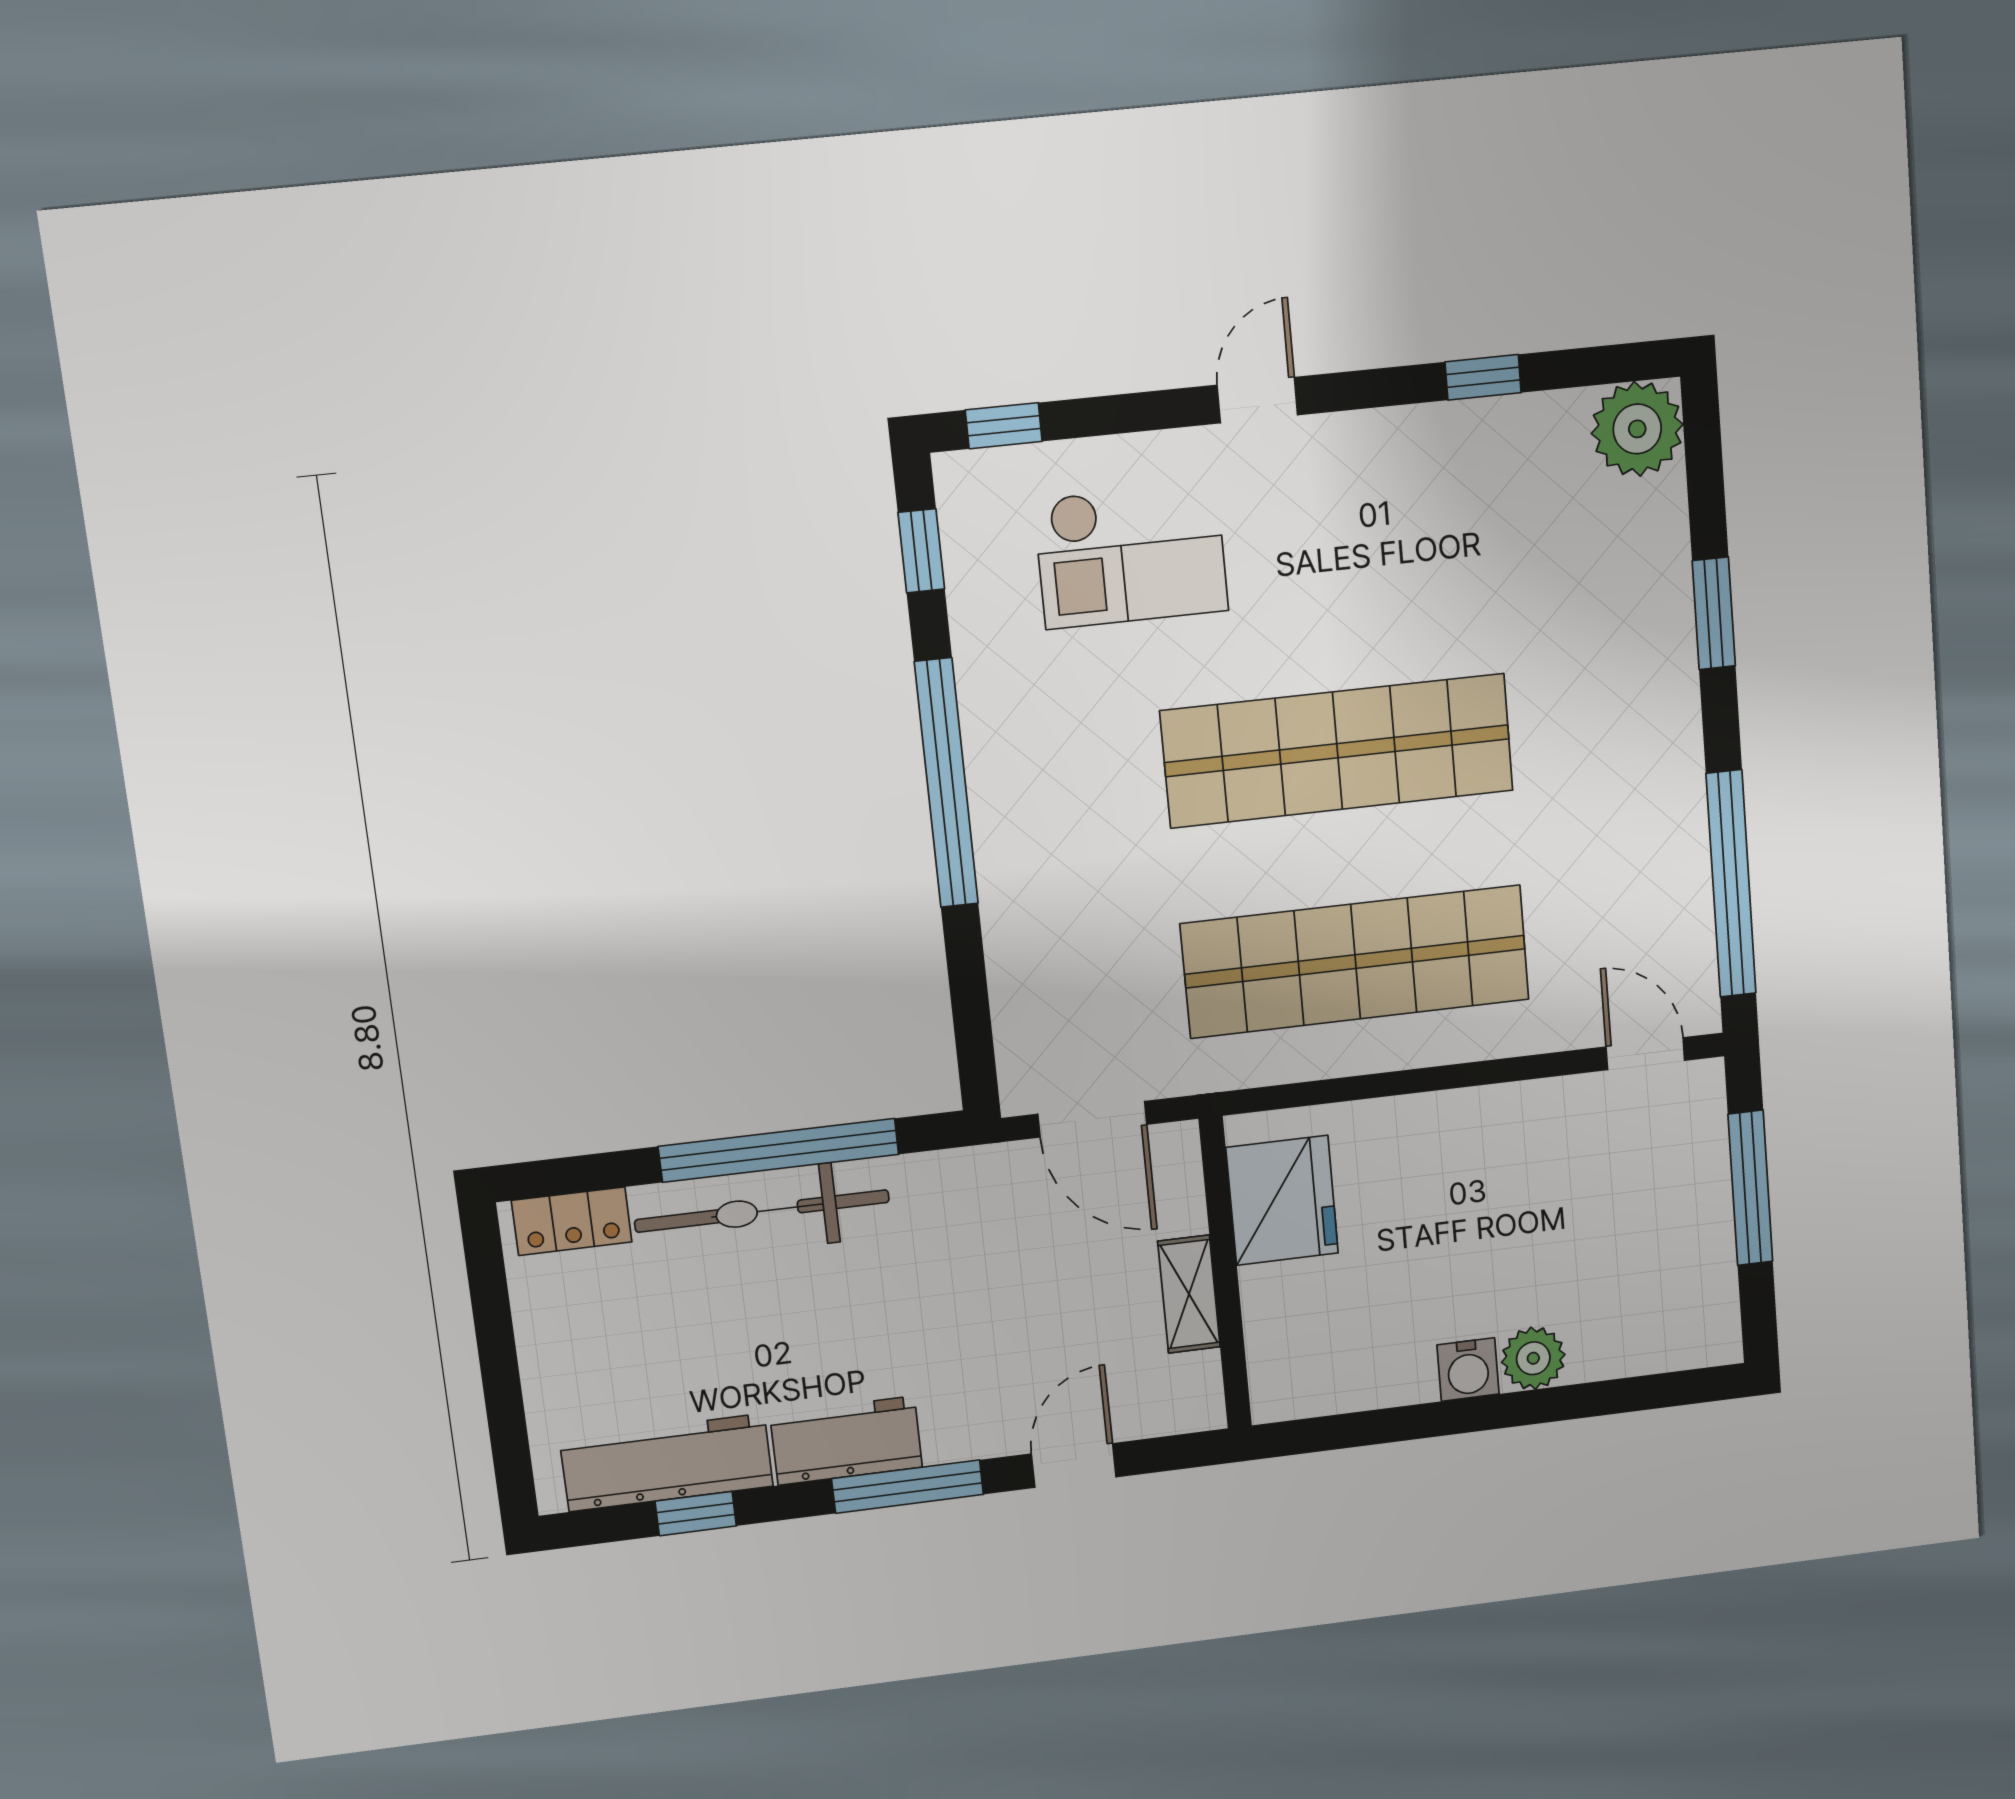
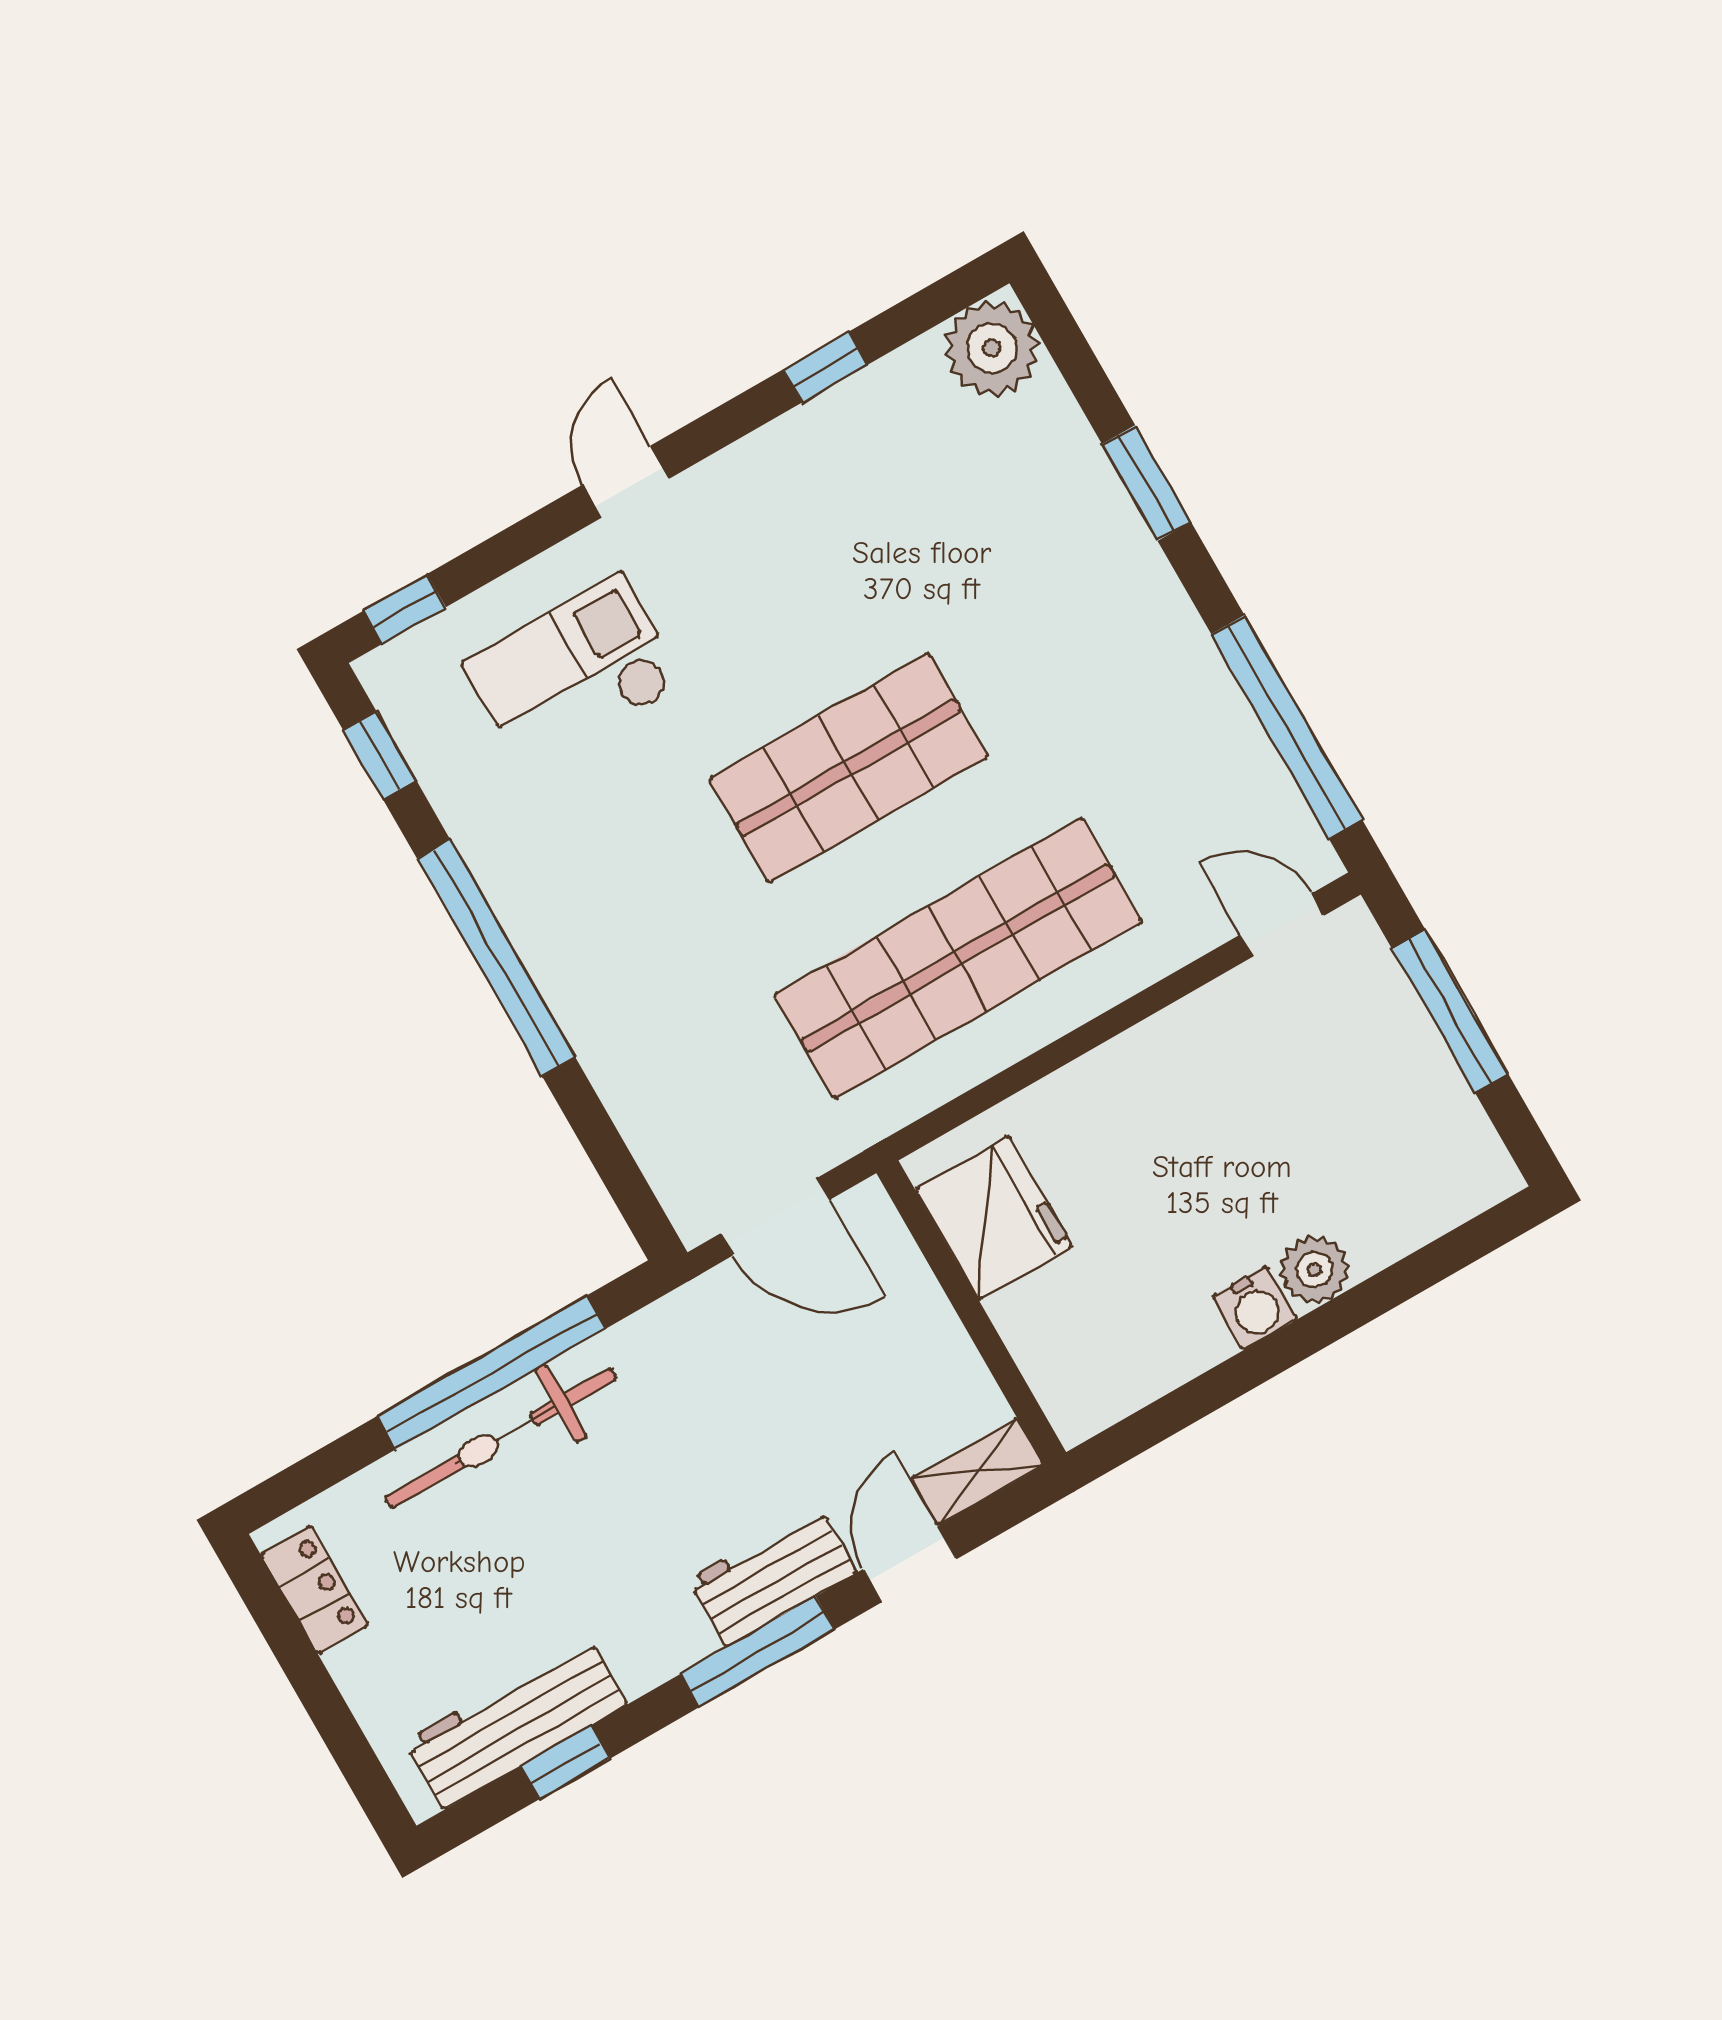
checkout: (1131, 555) -> (574, 673), turned 180
shop shelf: (1337, 751) -> (848, 768), width x0.71
locker: (572, 1221) -> (314, 1590), moved, turned -90
shelving: (1189, 1294) -> (978, 1471), moved, turned 90
workbench: (846, 1441) -> (772, 1576), moved

